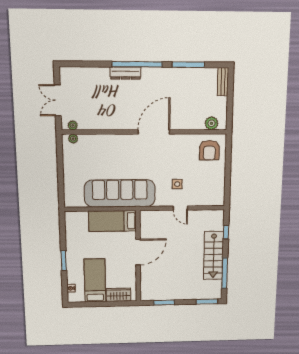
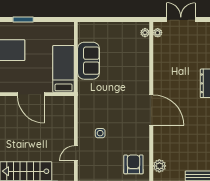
armchair: (209, 150) -> (133, 164), turned 90
sofa: (120, 193) -> (88, 61), width x0.54, depth x0.79
door: (180, 208) -> (76, 153), moved

